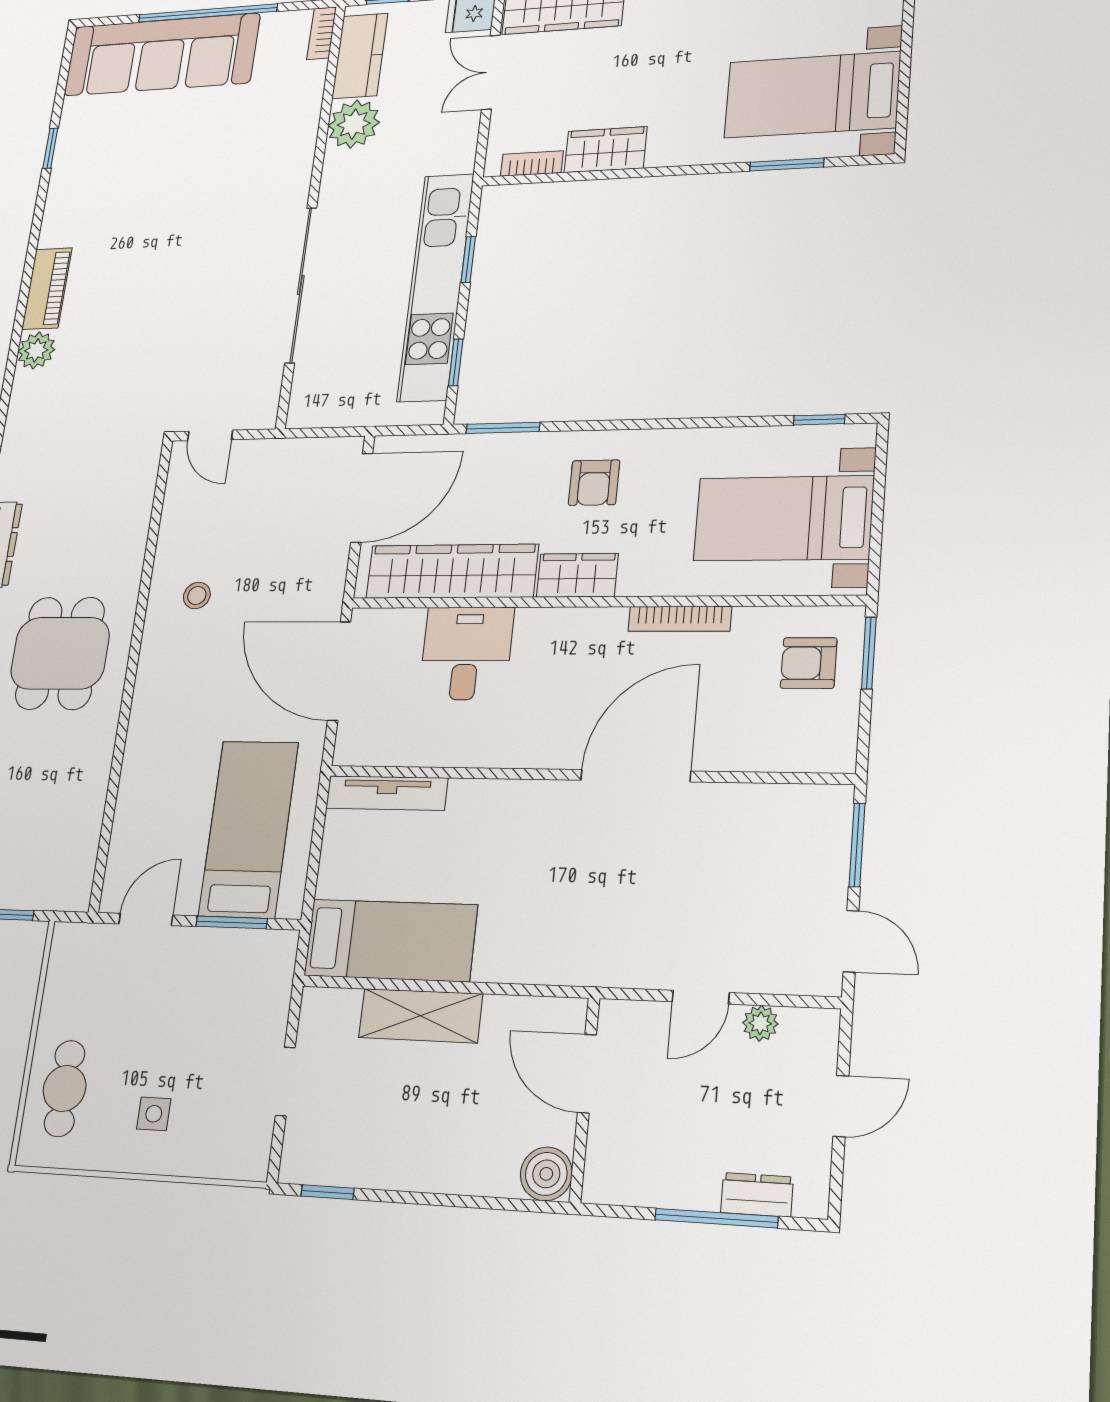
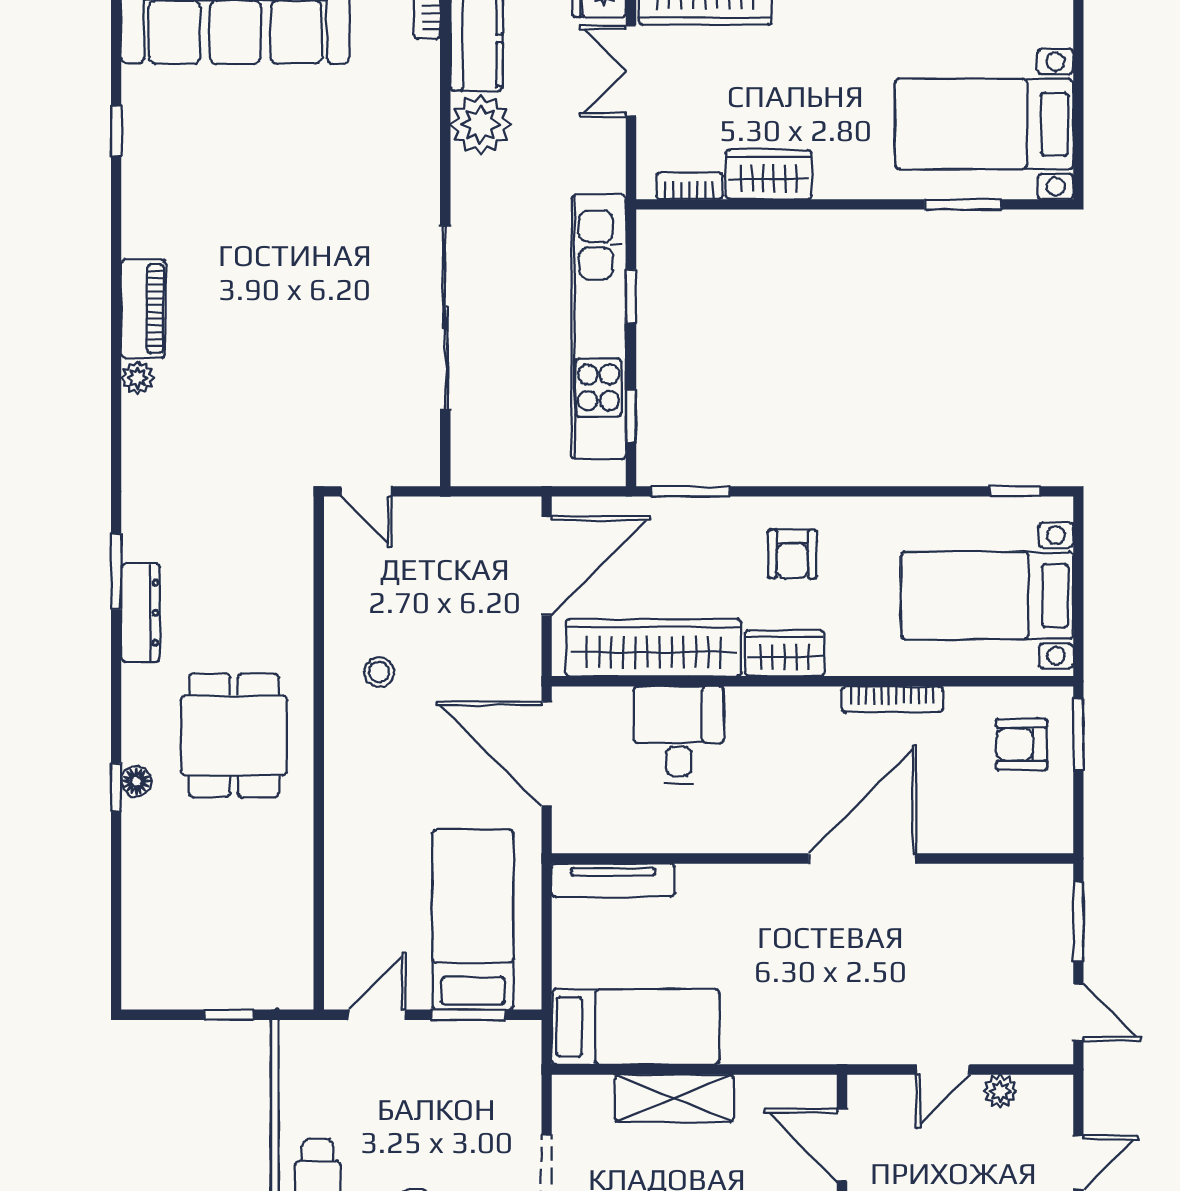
plant: (36, 350) -> (138, 378), width x0.73, depth x0.73

